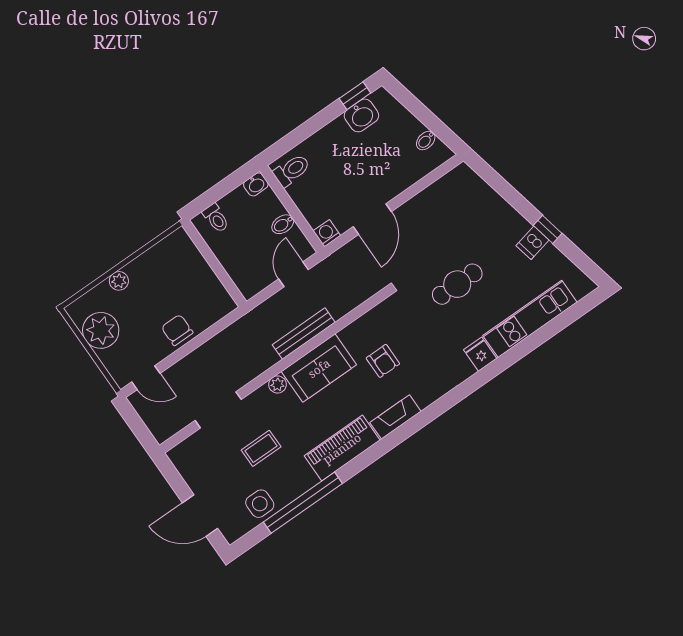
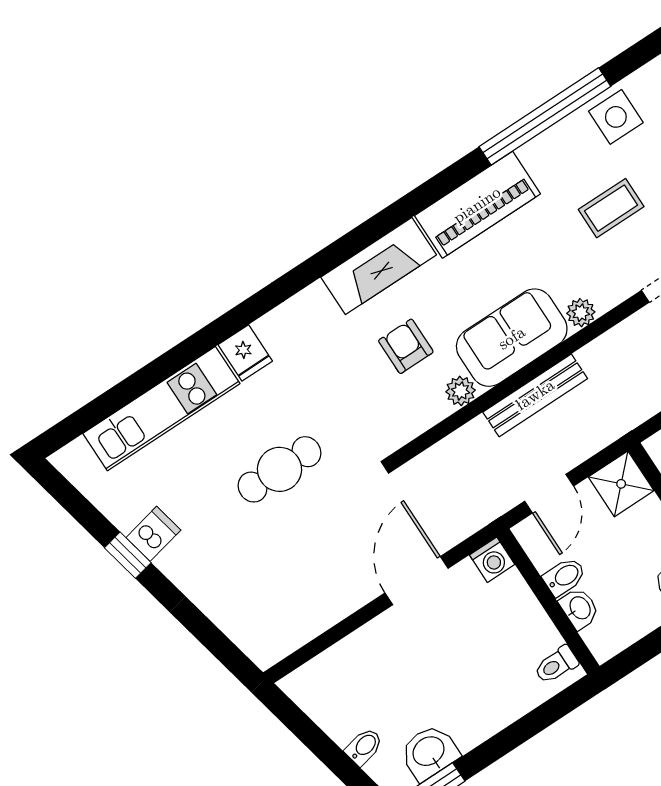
bidet: (426, 140) -> (364, 747), moved
toilet: (292, 170) -> (556, 665), width x0.73, depth x0.72
washbasin: (256, 184) -> (579, 608), moved, turned 90
shower: (250, 281) -> (621, 484), added
plant: (349, 335) -> (461, 391), added
fireplace: (395, 417) -> (379, 266), width x1.37, depth x1.32

